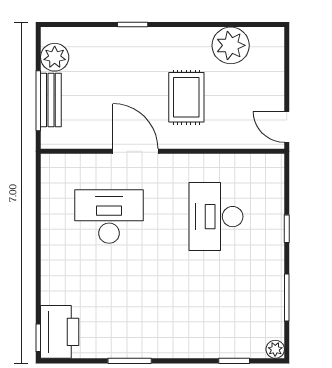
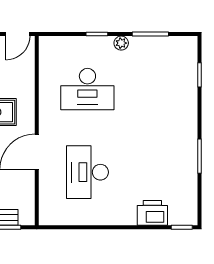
printer: (60, 332) -> (152, 213), moved, width x0.73, depth x0.84
plant: (275, 349) -> (121, 43), moved

